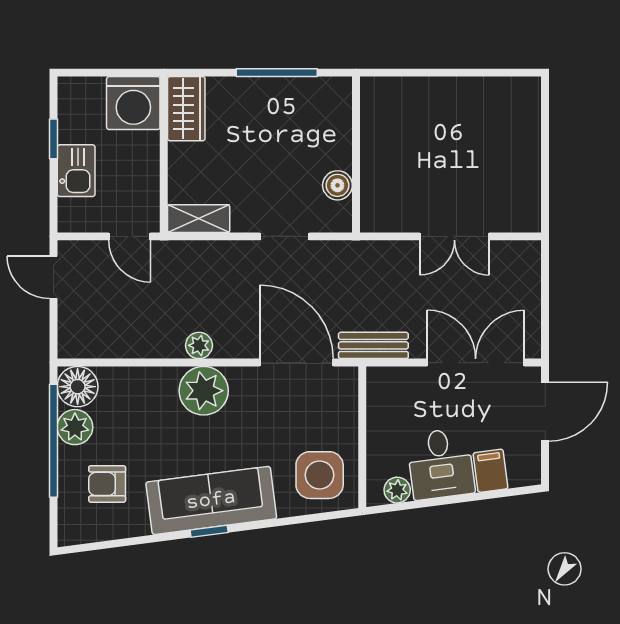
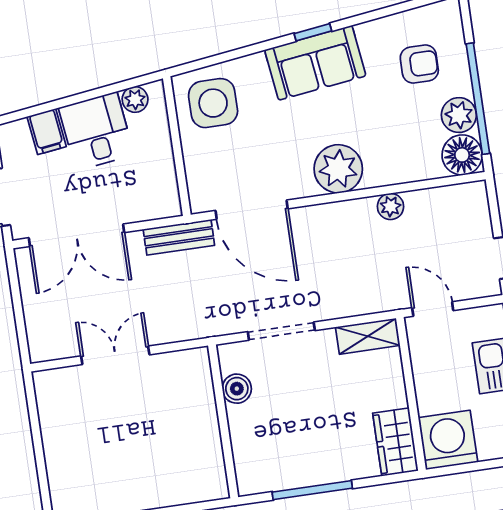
doorway: (284, 236) -> (281, 331), width x1.38
plant: (199, 345) -> (390, 206), moved
sofa: (211, 500) -> (315, 63), width x0.73

